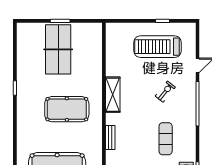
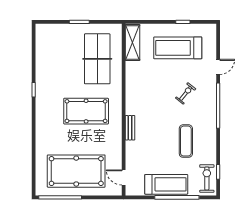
table tennis table: (58, 49) -> (97, 59), moved
shelving: (113, 95) -> (133, 43), moved
bench: (110, 137) -> (130, 128), moved

